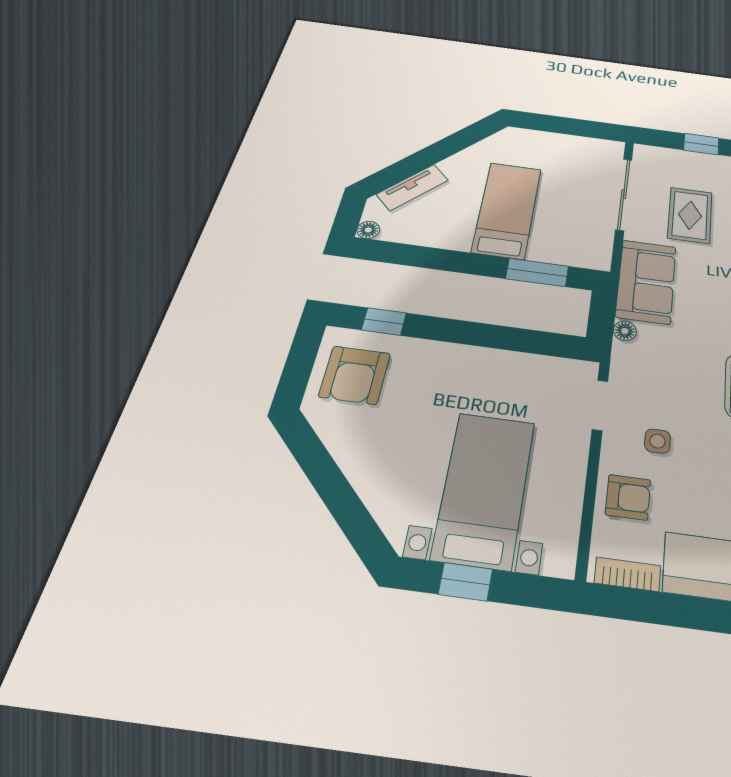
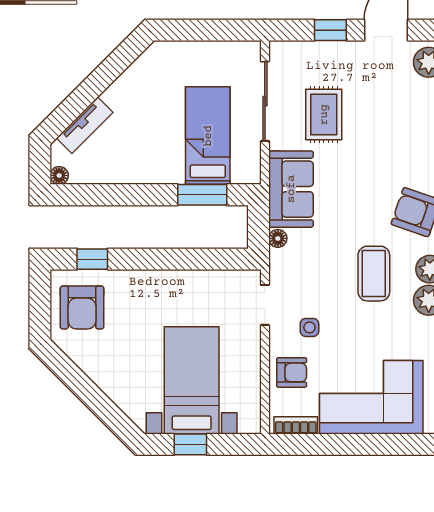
bed: (507, 210) -> (208, 136), moved

